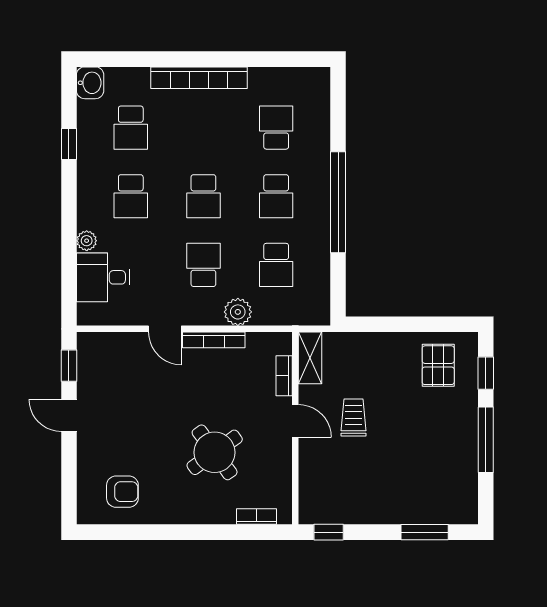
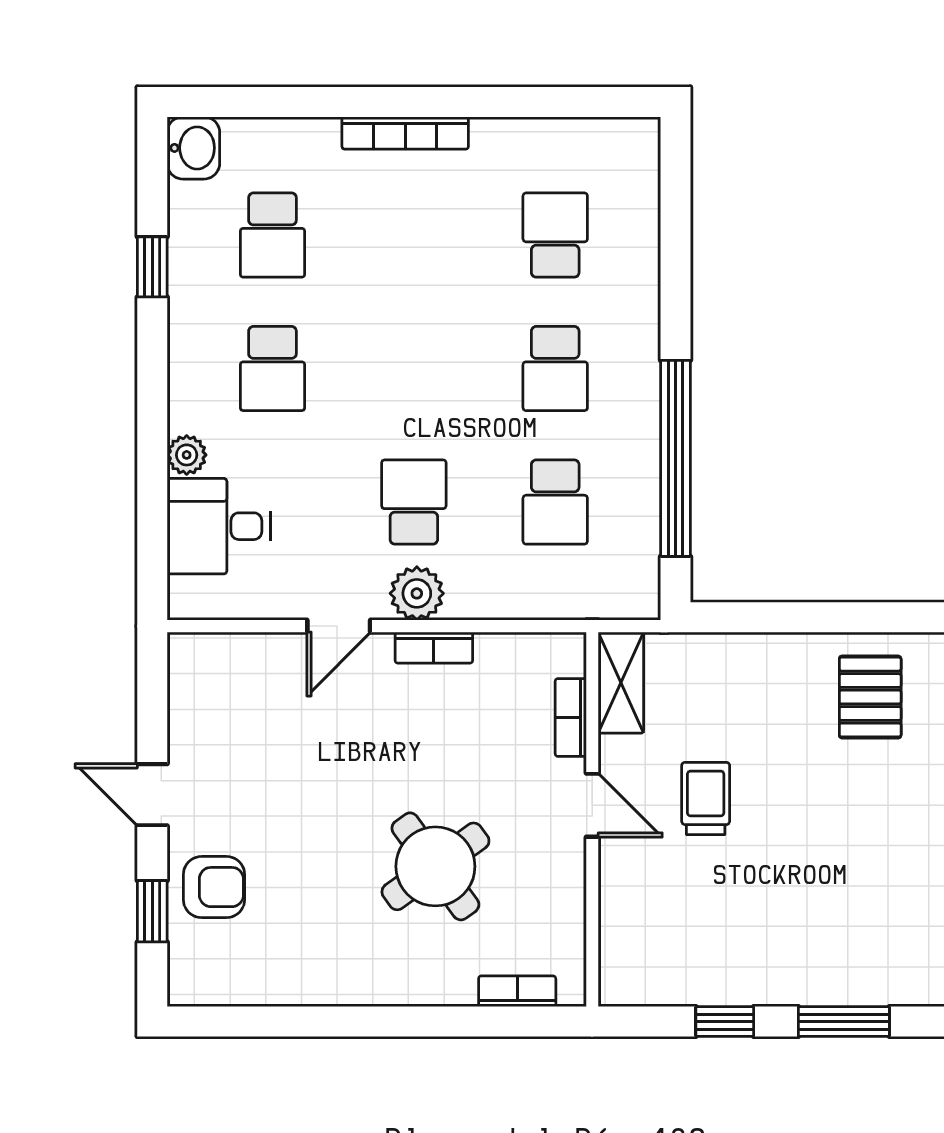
bookcase: (199, 78) -> (405, 133), width x0.68, depth x0.76
school desk: (203, 196) -> (414, 369), removed
window: (338, 202) -> (675, 458), moved
plant: (238, 312) -> (417, 593), moved
door: (165, 329) -> (339, 626), hinge flipped
bookcase: (214, 340) -> (434, 648), width x0.64
window: (69, 366) -> (152, 911), moved
armchair: (122, 492) -> (214, 887), moved
window: (329, 532) -> (725, 1022), moved

